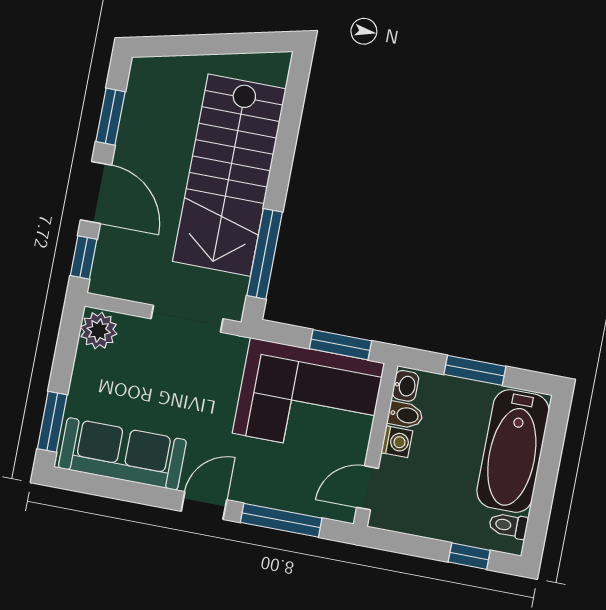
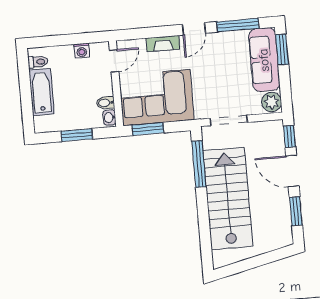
washing machine: (397, 442) -> (82, 51), moved, turned -90
bathtub: (513, 451) -> (42, 92), width x0.73, depth x0.73
sofa: (122, 454) -> (264, 60), moved, turned 90
fireplace: (269, 494) -> (163, 44), added
window: (281, 520) -> (238, 25), moved
window: (469, 556) -> (53, 41), removed

